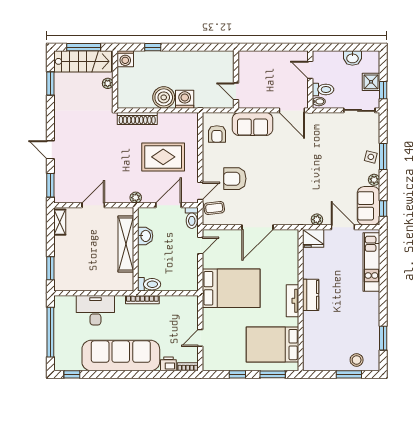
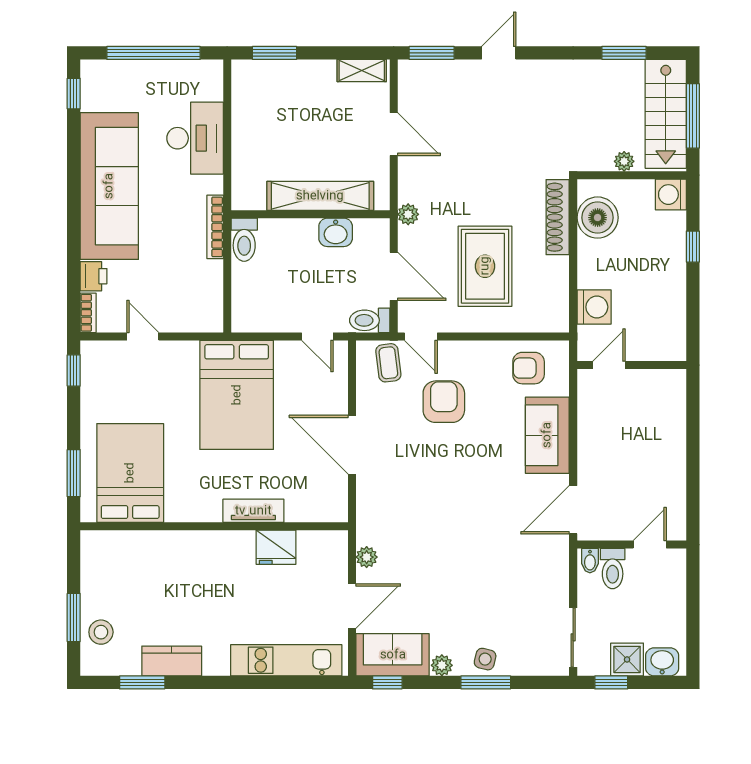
washbasin: (352, 58) -> (662, 662), moved, turned 90
wall: (236, 79) -> (632, 365), moved
door: (236, 91) -> (609, 365), moved
boiler: (164, 97) -> (598, 218), moved
fridge: (313, 238) -> (276, 547), moved, turned -90
kitchen counter: (311, 295) -> (172, 661), moved, turned 180
tv unit: (292, 301) -> (253, 511), moved
window: (237, 374) -> (74, 370), moved

